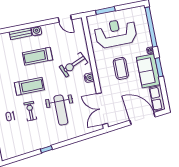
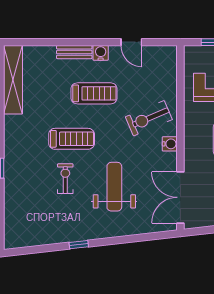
door: (65, 19) -> (131, 42), moved
treadmill: (37, 56) -> (94, 93), turned 180
weight bench: (61, 110) -> (114, 187), turned 180

